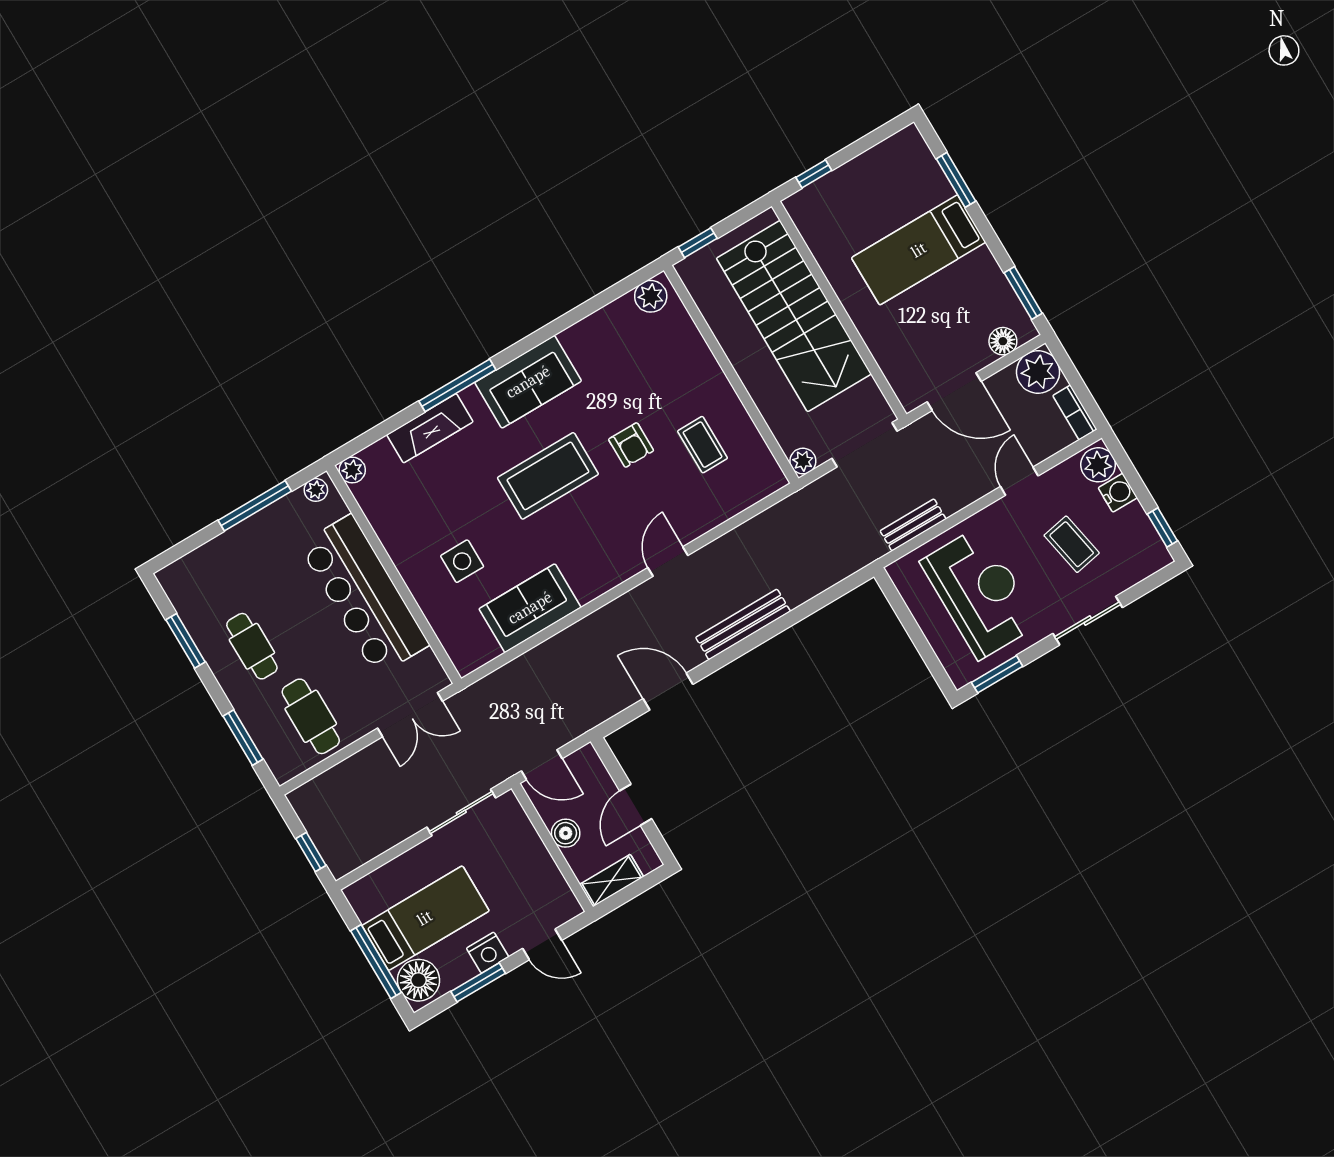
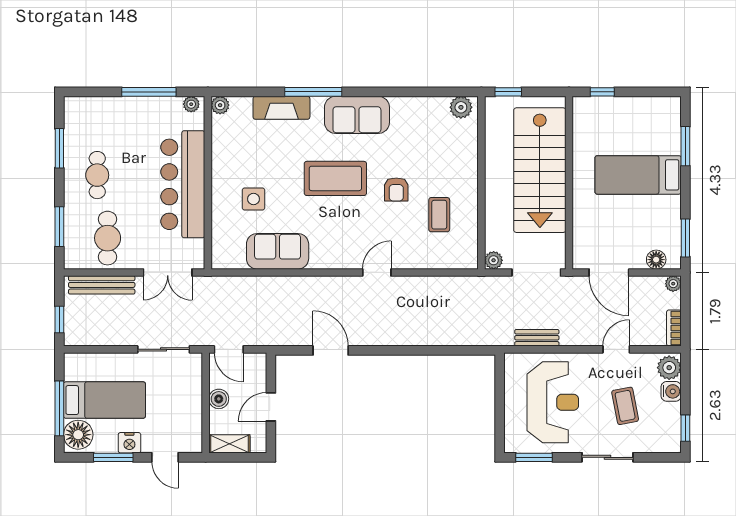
plant: (1038, 372) -> (673, 284), width x0.53, depth x0.53
bench: (743, 624) -> (102, 285), moved

